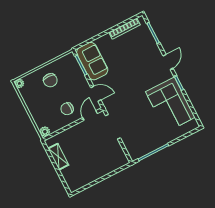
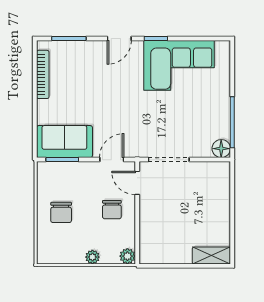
door: (168, 62) -> (119, 38), swing flipped
chair: (50, 80) -> (61, 212), turned 90
plant: (19, 83) -> (92, 257), moved
floor lamp: (135, 154) -> (221, 149), added
shelving: (58, 157) -> (211, 255), moved

